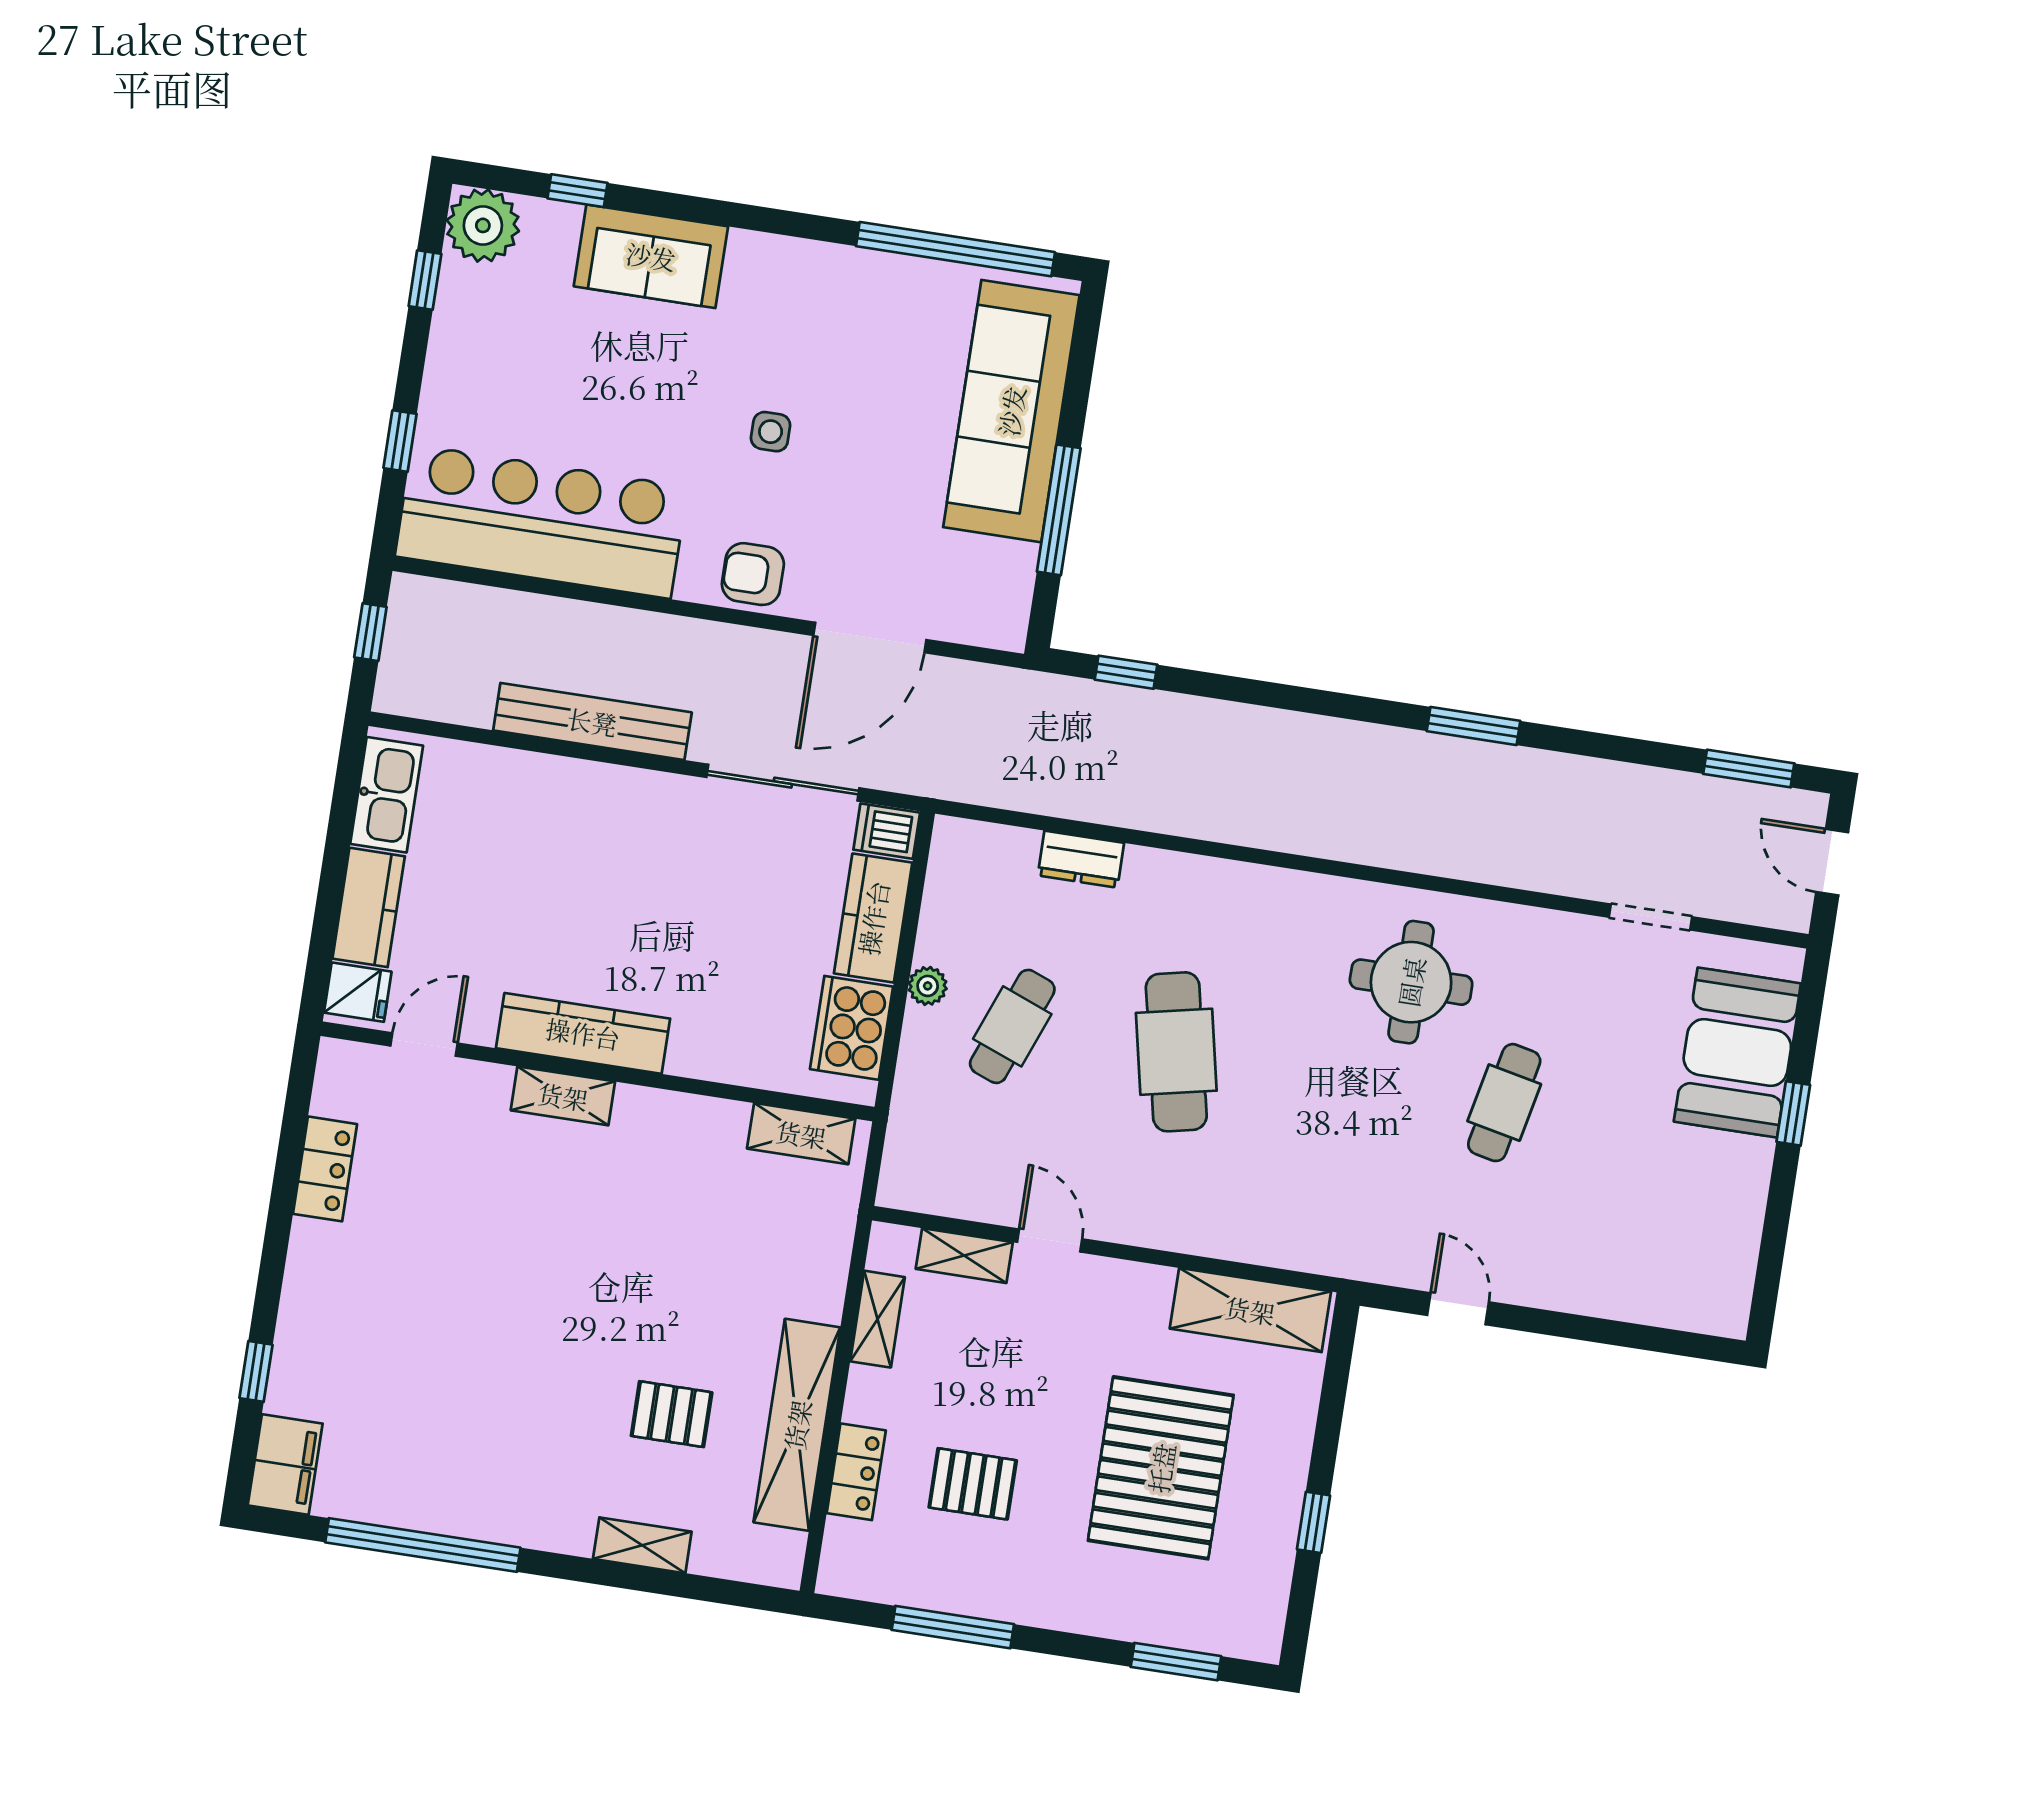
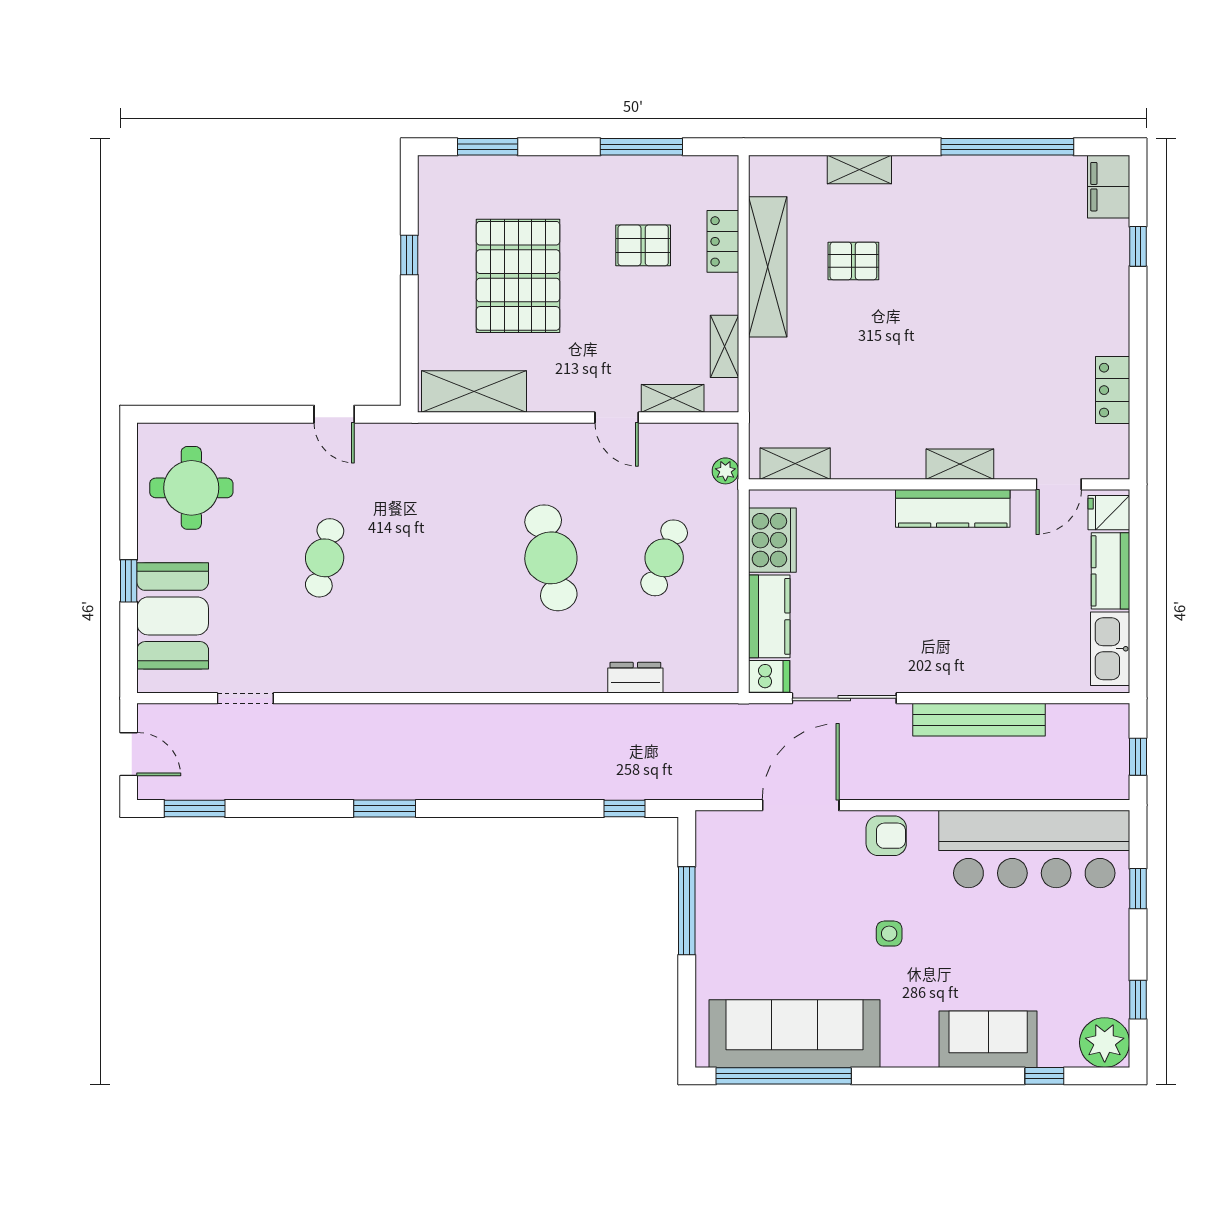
sofa: (1011, 411) -> (794, 1034), moved, turned -90
round table: (1411, 982) -> (191, 488), moved
plant: (928, 986) -> (725, 471), moved

